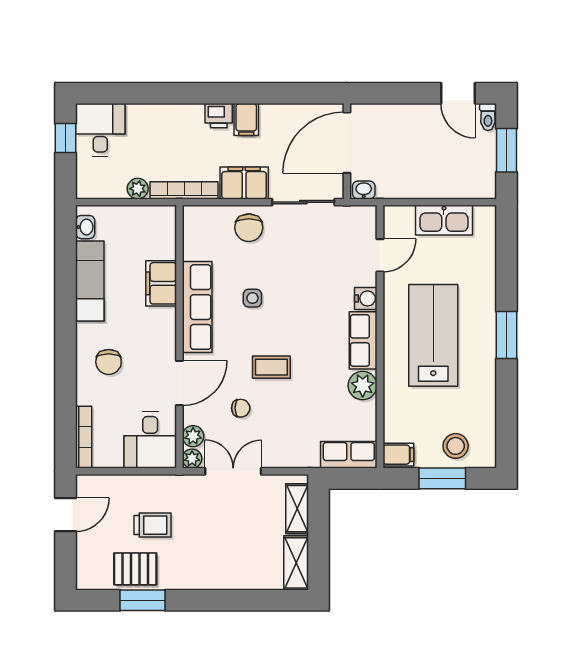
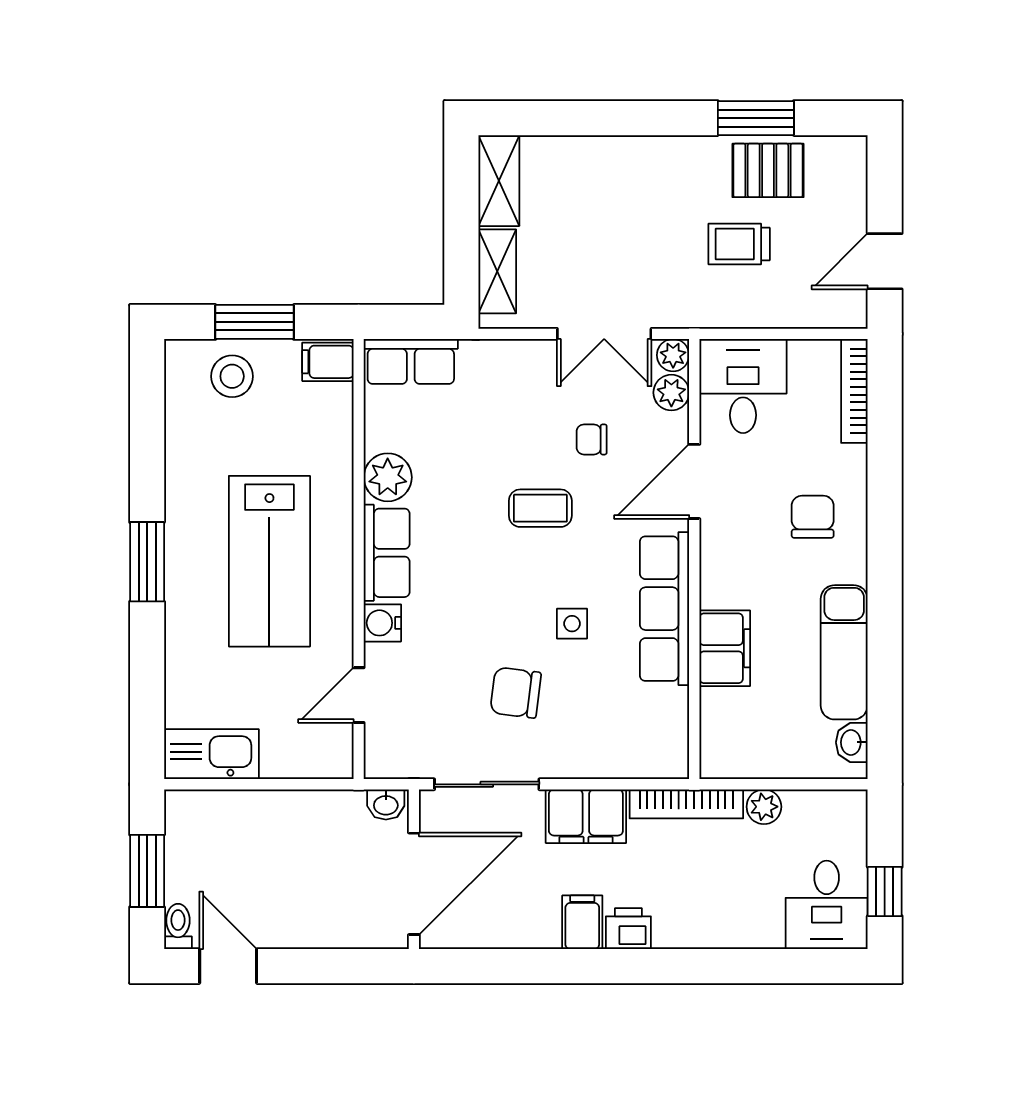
kitchen sink: (444, 220) -> (211, 754), moved
chair: (249, 228) -> (516, 693), moved, turned -83

